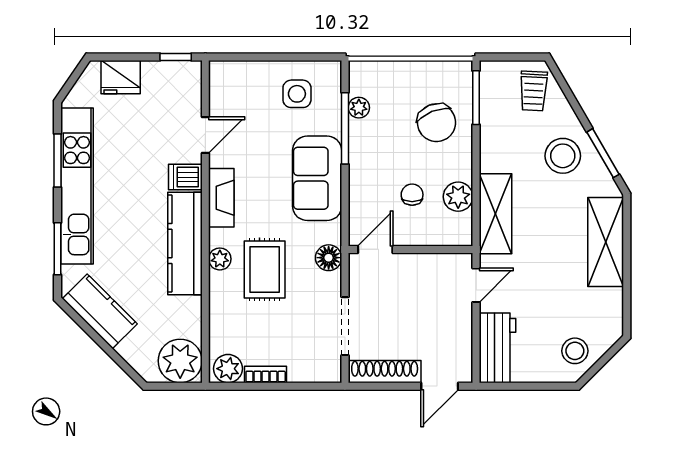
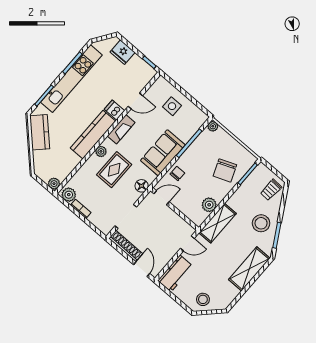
side table: (297, 94) -> (172, 106), moved
plant: (359, 108) -> (213, 126), moved
chair: (412, 195) -> (177, 173), moved
plant: (180, 361) -> (54, 184), width x0.53, depth x0.53
door: (440, 386) -> (142, 269), swing flipped

